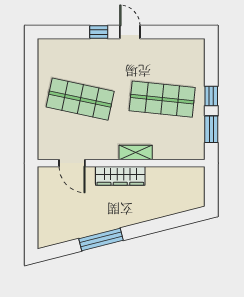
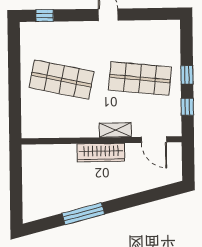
window: (99, 32) -> (45, 16), moved
window: (211, 129) -> (187, 107), width x0.67
door: (72, 163) -> (154, 140), moved

